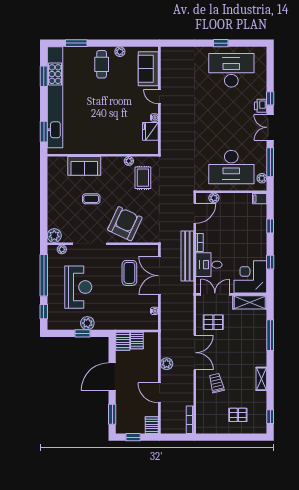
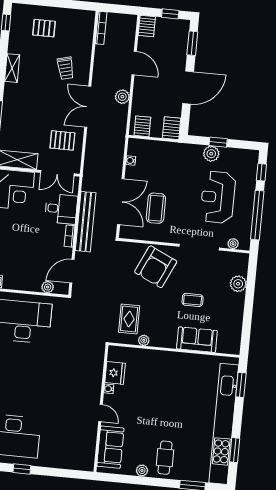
plant: (54, 236) -> (238, 284), moved
server rack: (137, 340) -> (142, 126), moved

